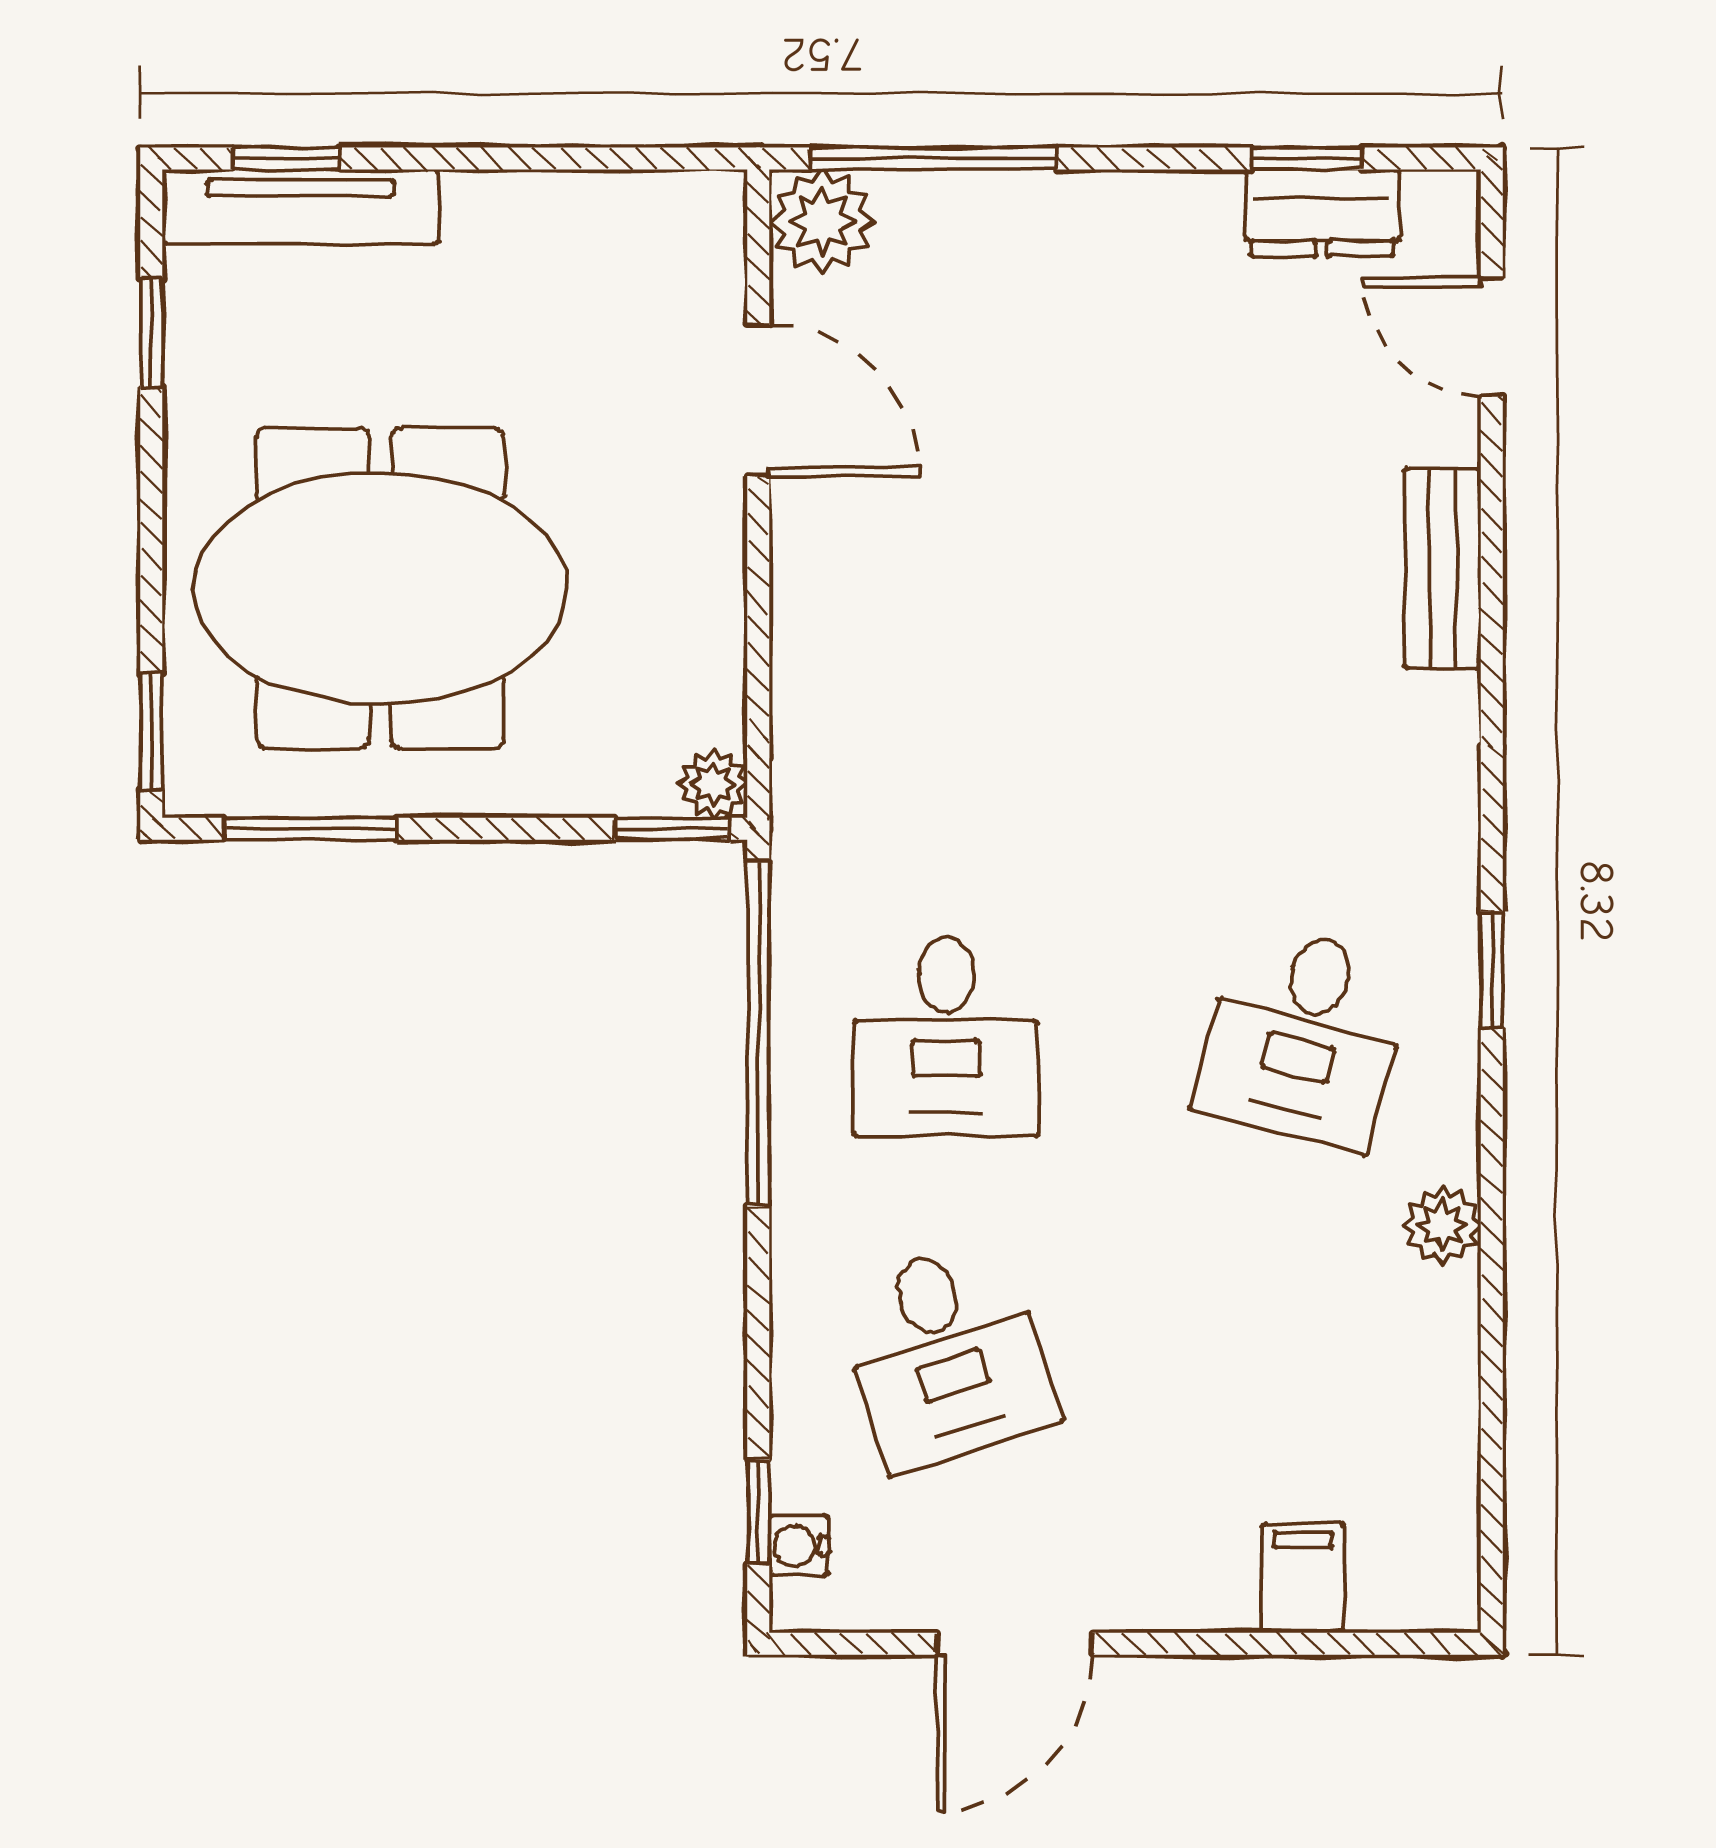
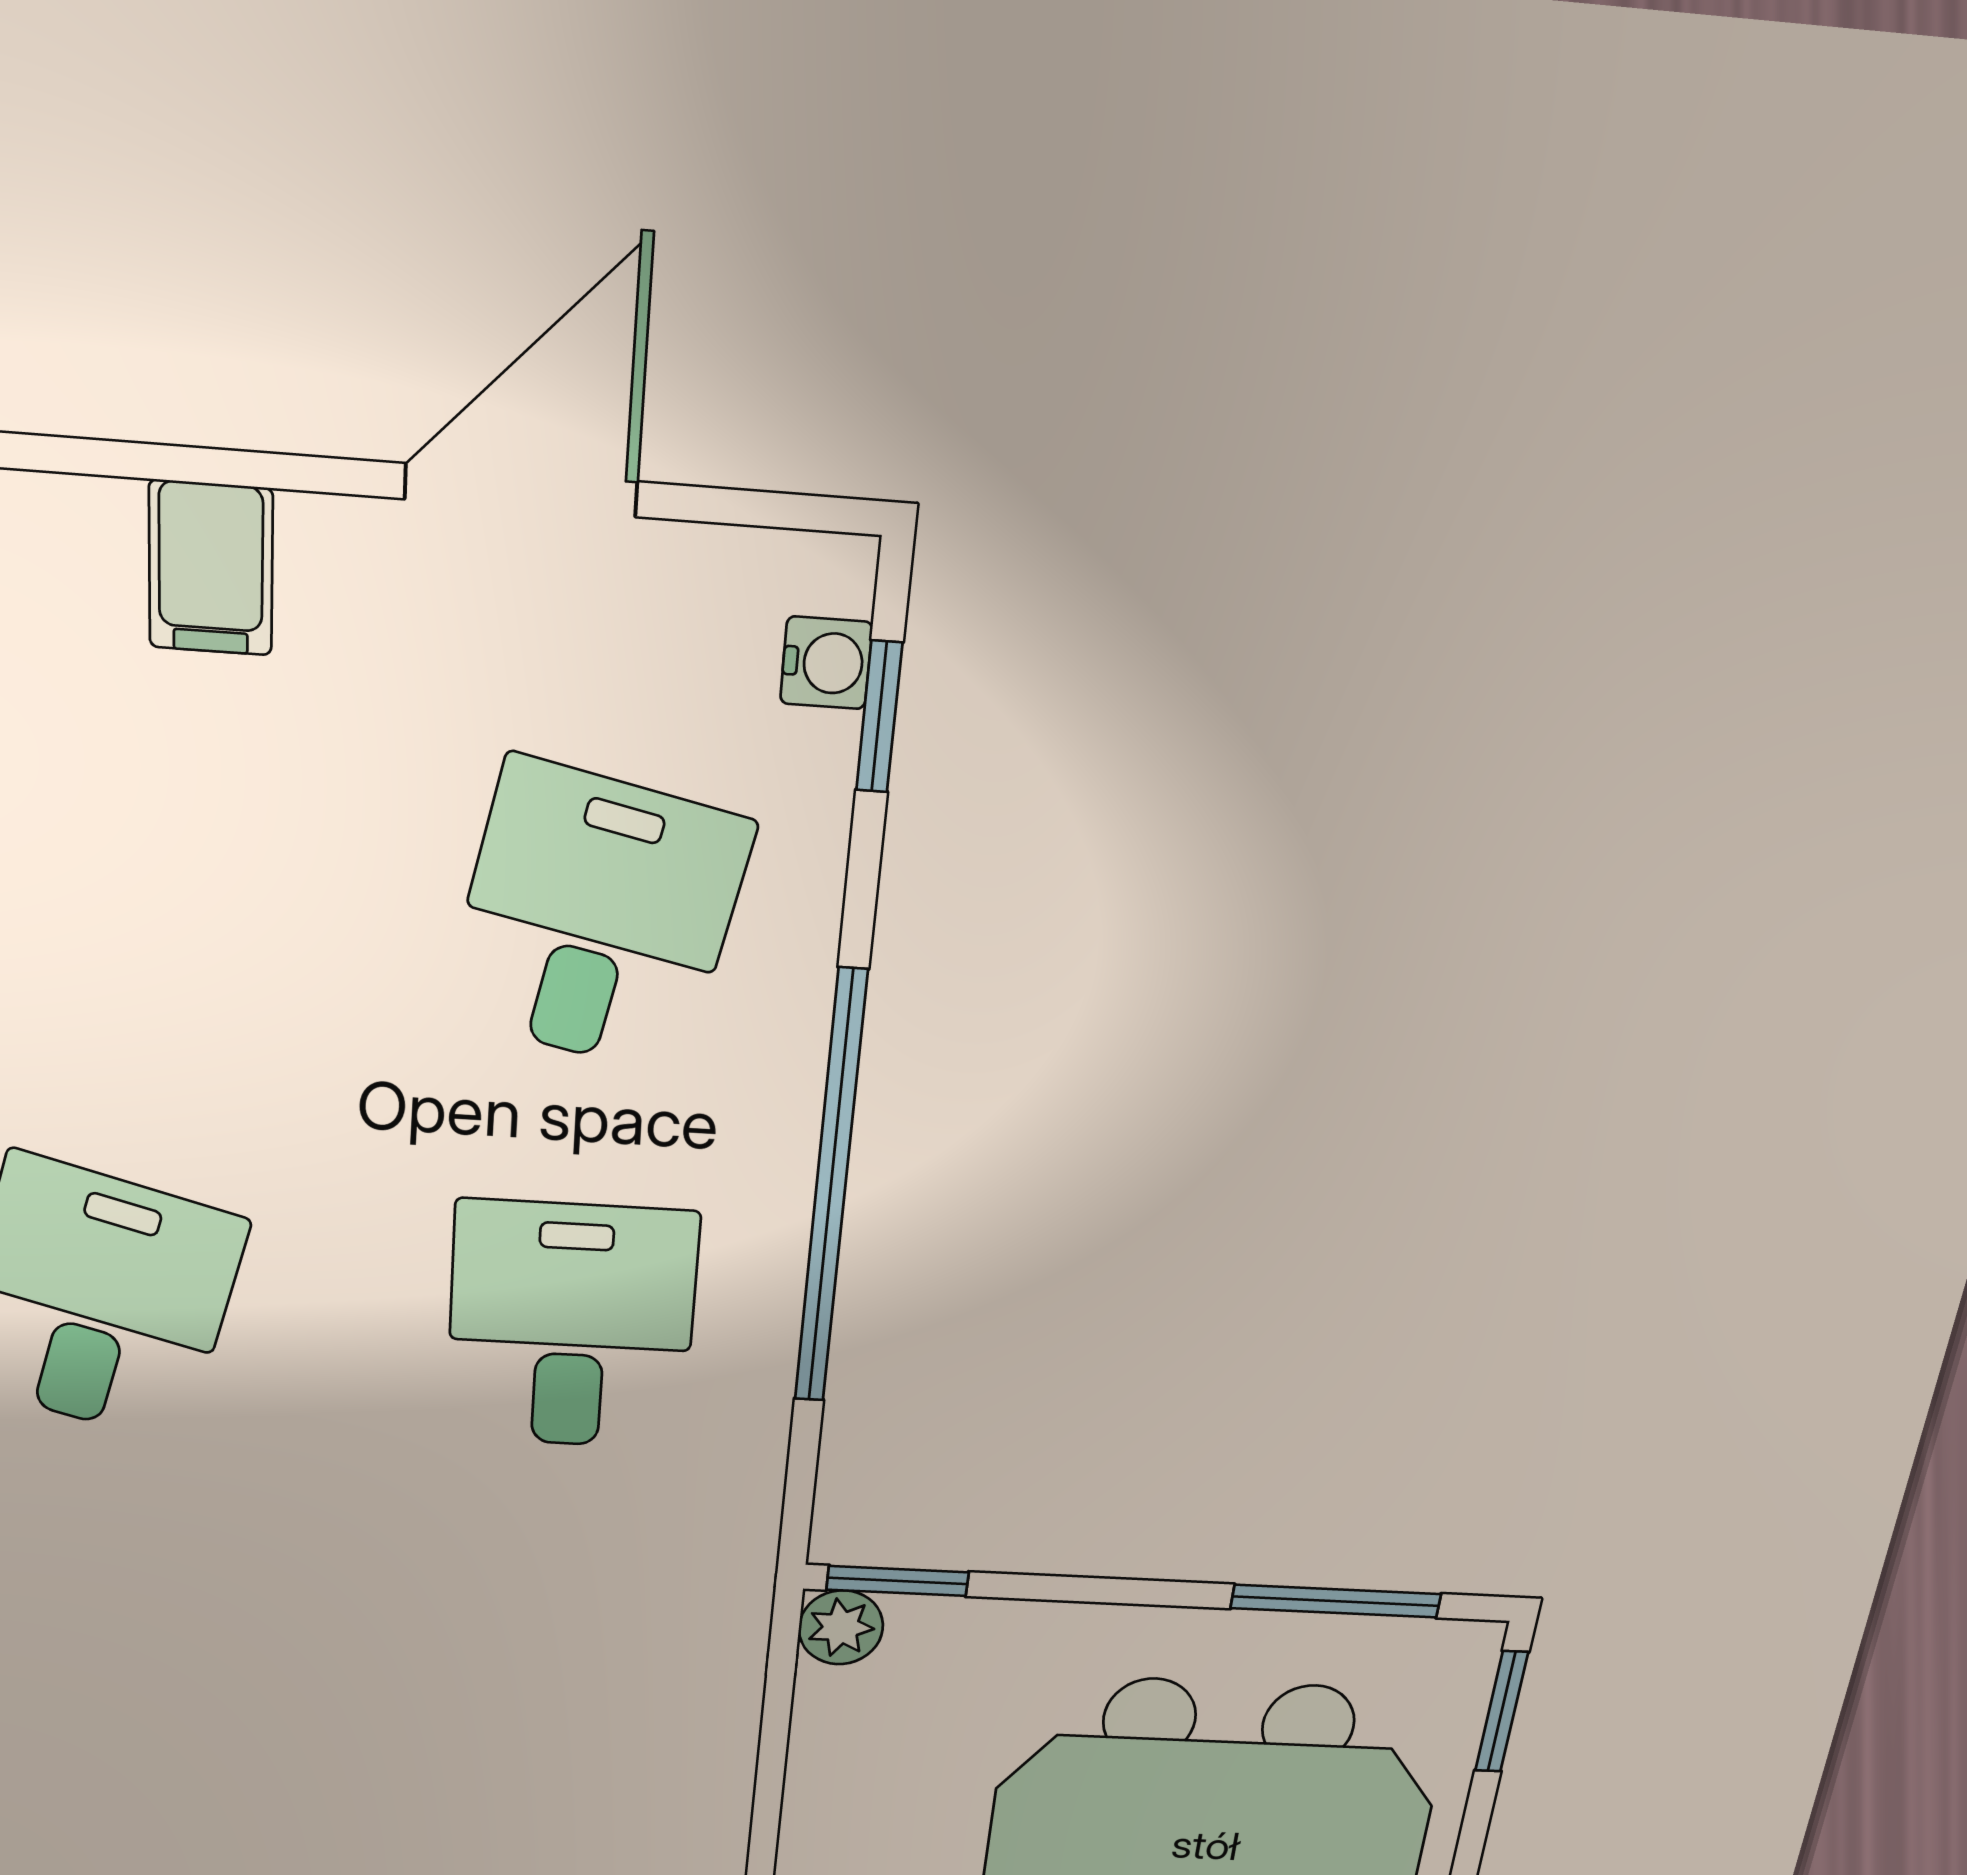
window: (758, 1034) -> (830, 1191), moved
desk: (946, 1354) -> (597, 919), turned 30
filing cabinet: (1303, 1578) -> (211, 568), moved

